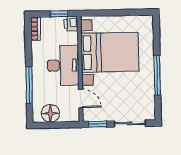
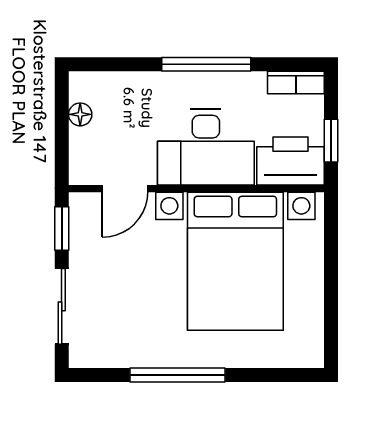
printer: (71, 24) -> (290, 161), width x1.87, depth x1.48
window: (29, 85) -> (206, 64), moved
floor lamp: (50, 113) -> (80, 114), width x0.53, depth x0.53

